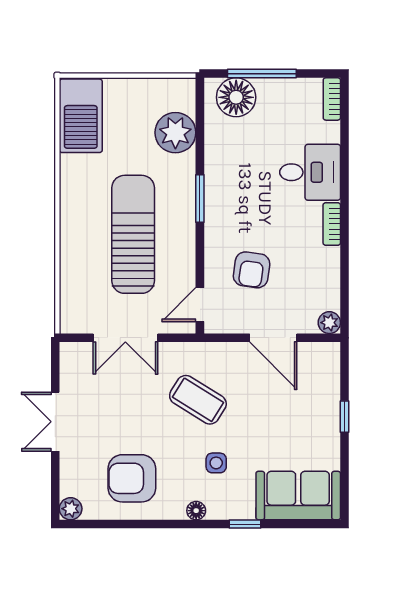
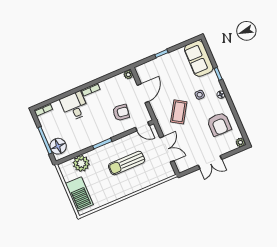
barbecue: (81, 116) -> (79, 194), moved, turned 90
sun lounger: (133, 234) -> (127, 163), width x0.73, depth x0.75

